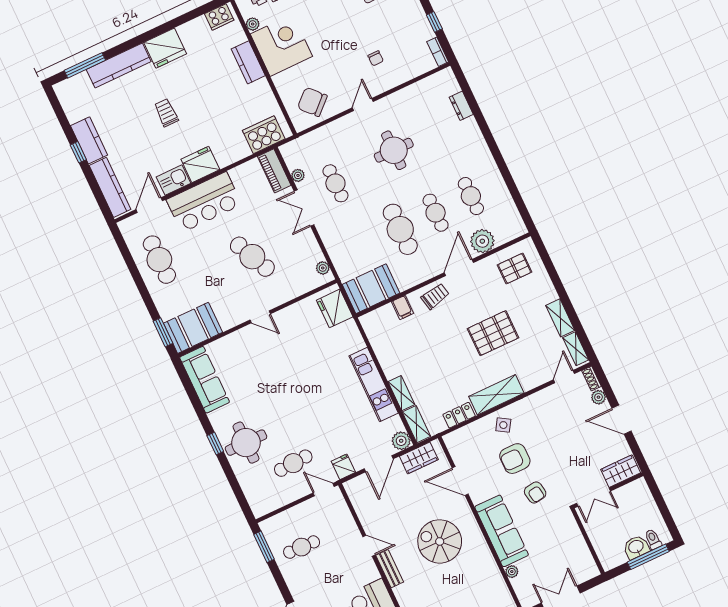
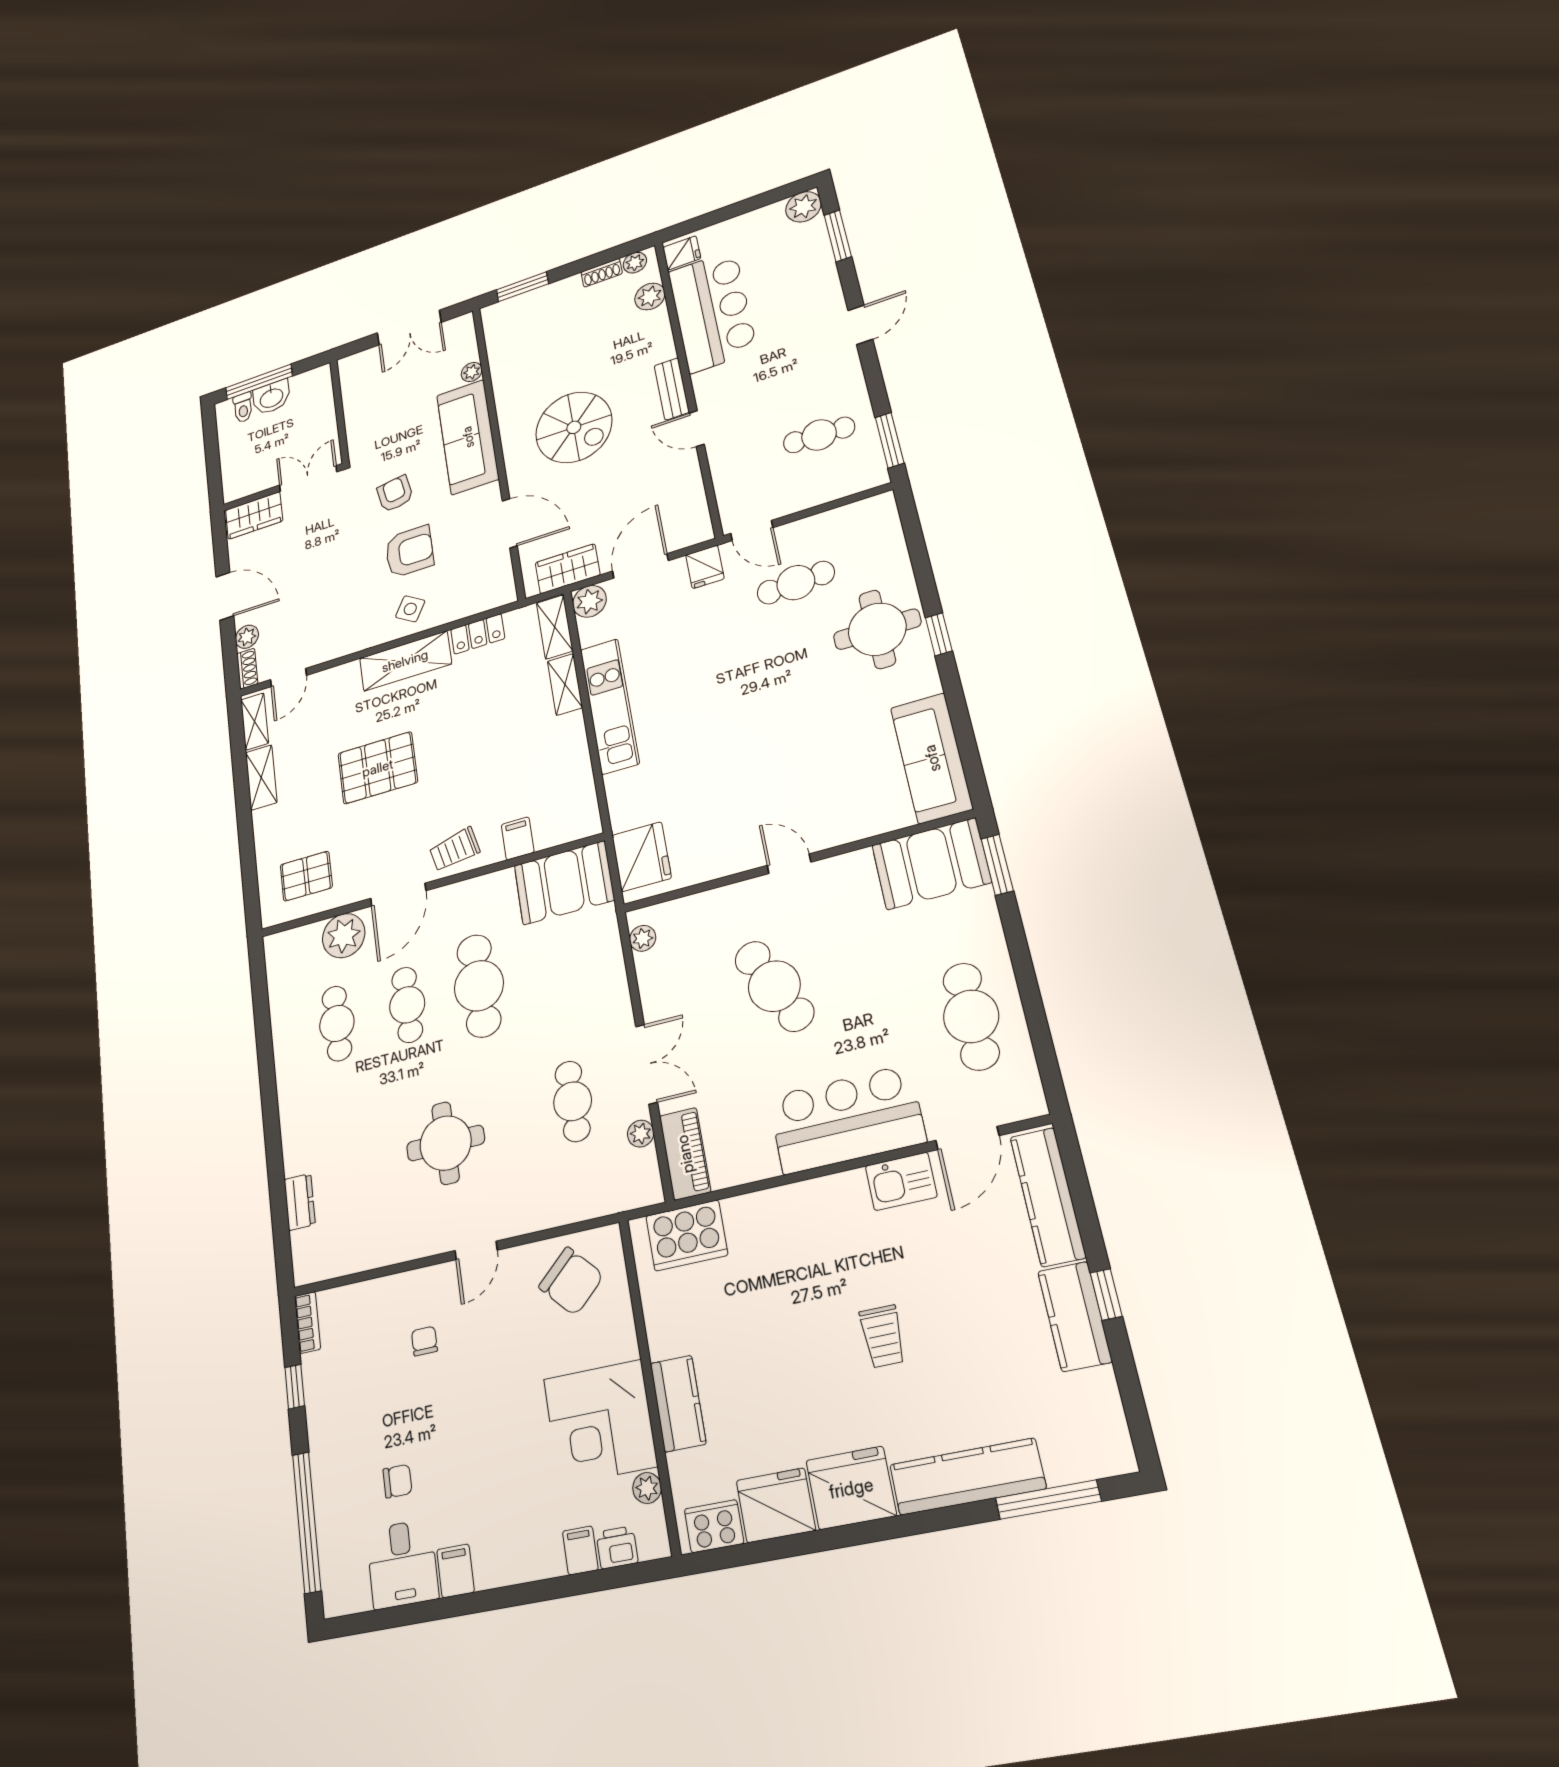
fridge: (200, 164) -> (776, 1505), moved, turned 180

